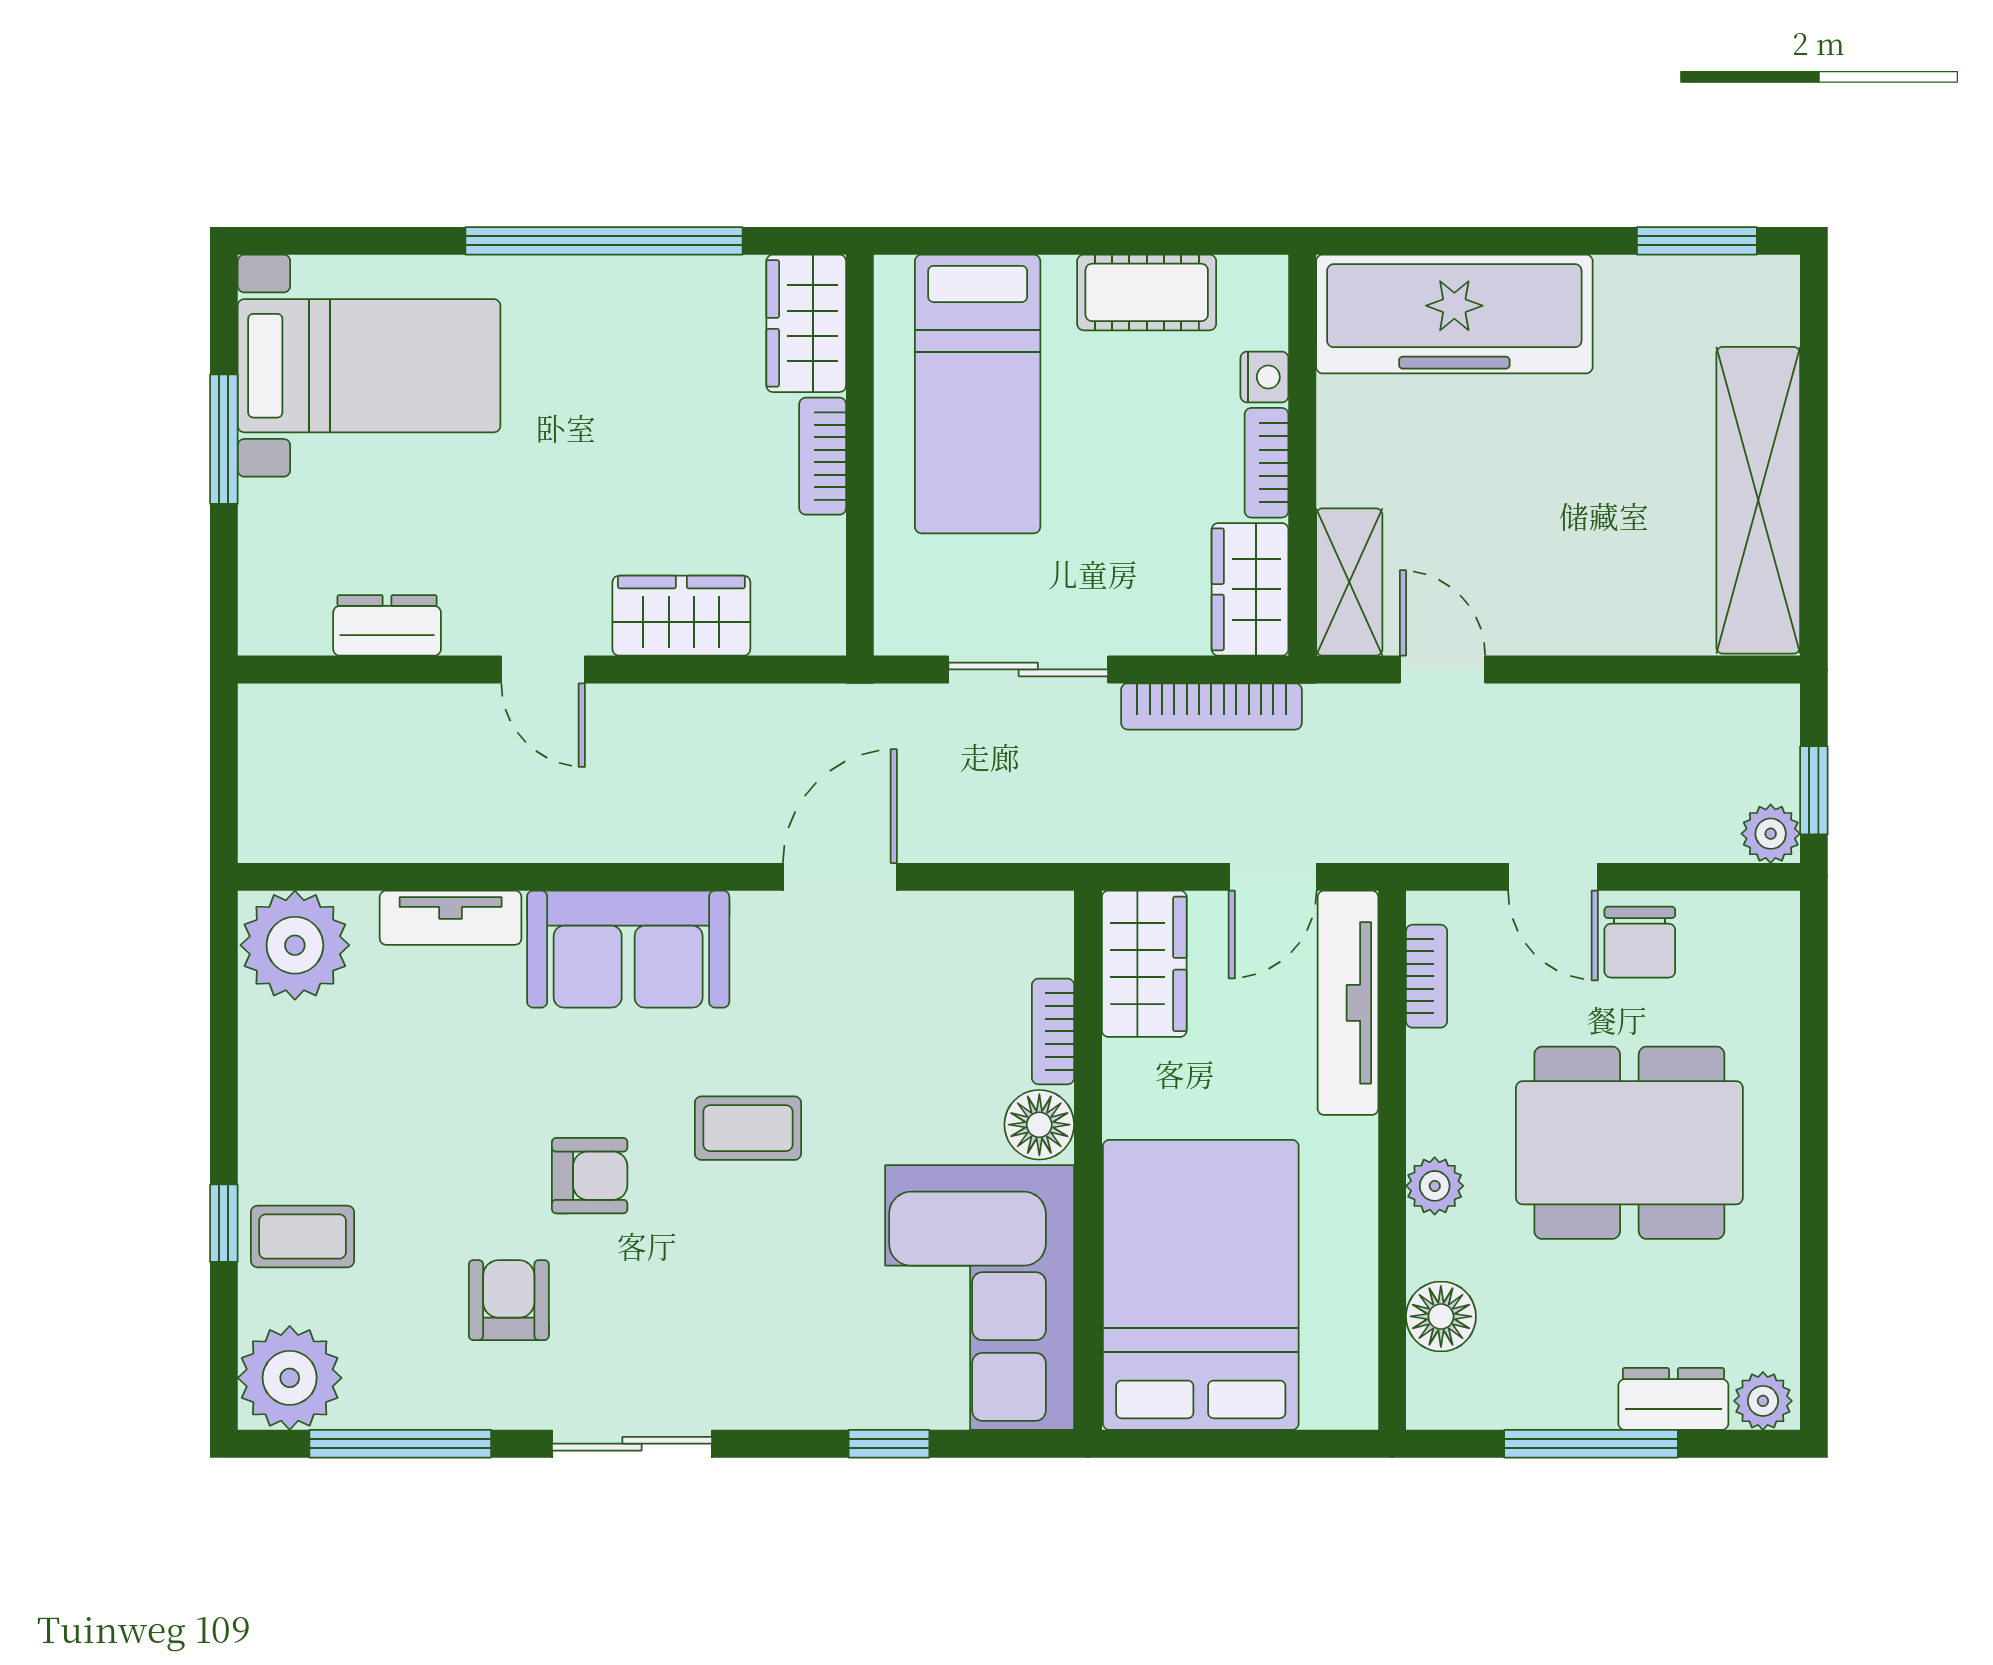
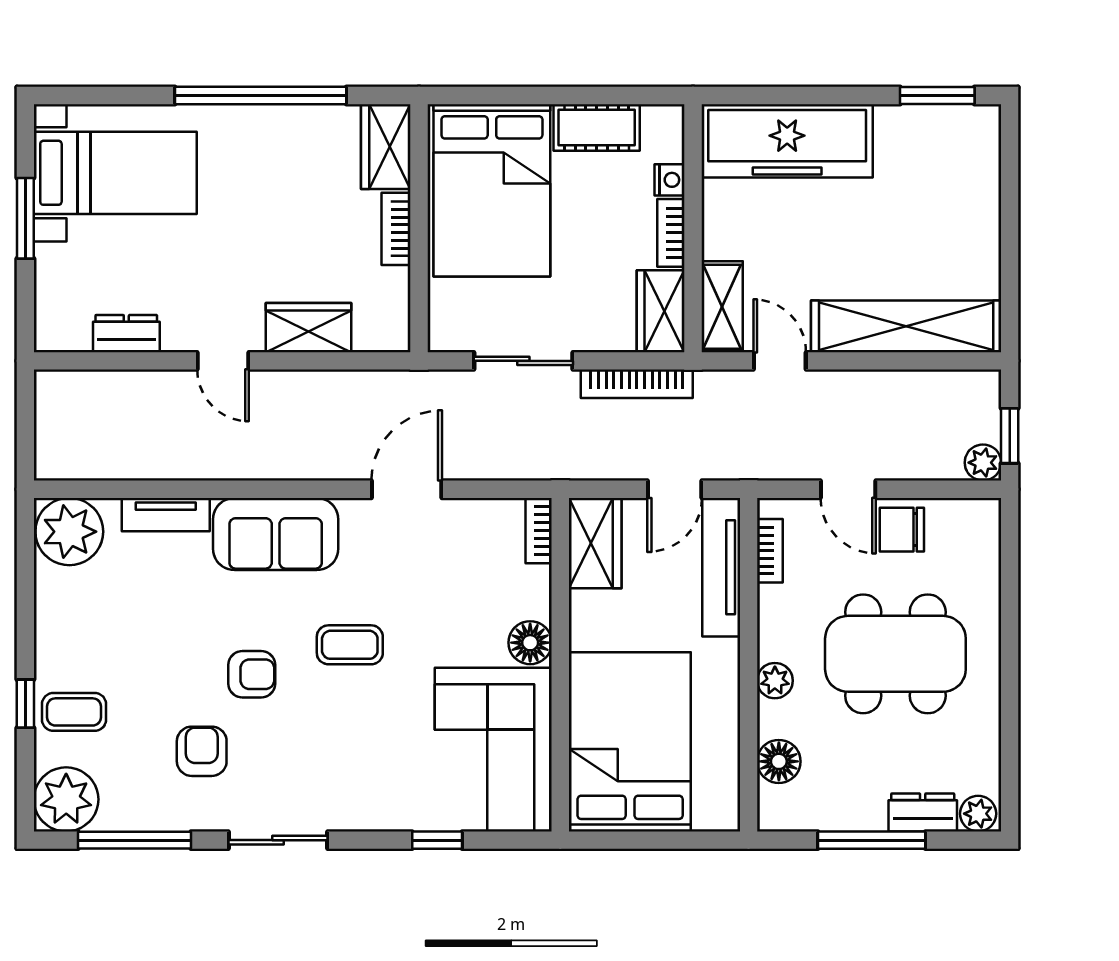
bed: (978, 394) -> (492, 190), width x1.50
shelving: (1758, 500) -> (906, 326), moved, turned 90
chair: (1640, 942) -> (902, 530), turned 90
bookcase: (1053, 1031) -> (539, 531), moved

